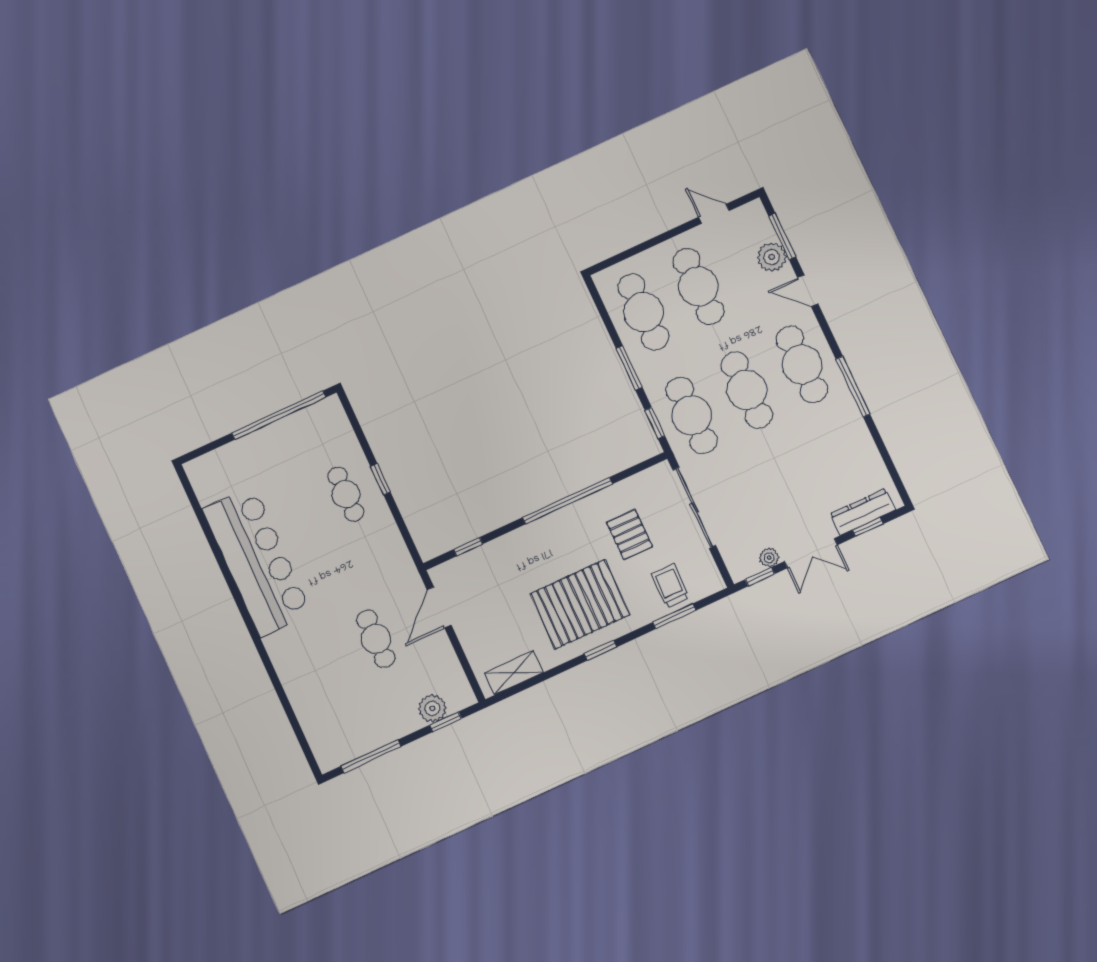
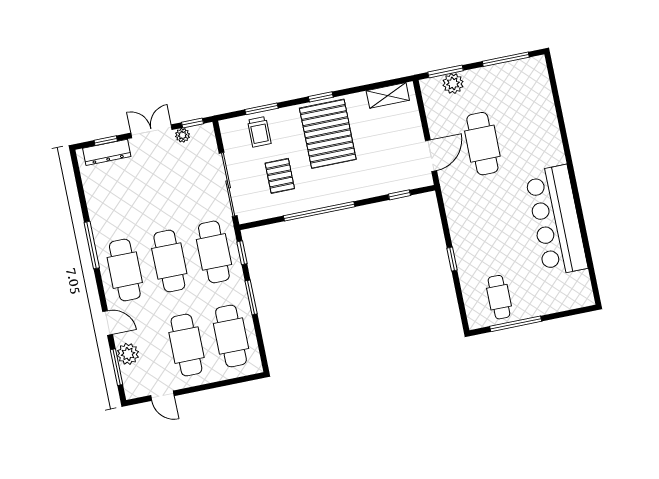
window: (279, 415) -> (516, 324), width x0.68
cafe table: (346, 494) -> (499, 297), moved
pallet: (580, 604) -> (328, 134), turned 90
cafe table: (376, 639) -> (482, 144), width x1.37, depth x1.35
window: (446, 722) -> (446, 71), width x1.50

